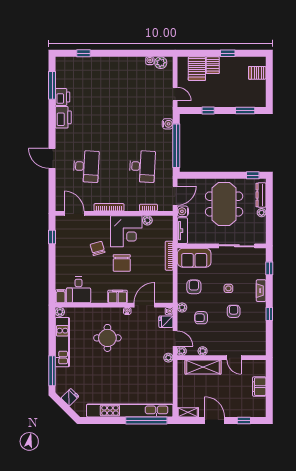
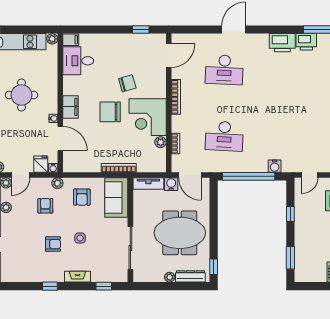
armchair: (194, 287) -> (82, 197), turned 90

